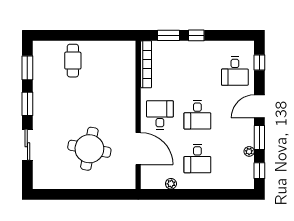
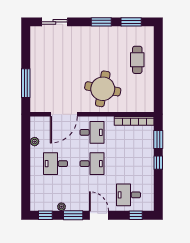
cafe table: (73, 61) -> (137, 60), turned 90
desk: (197, 115) -> (92, 164), turned 180
sliding door: (27, 145) -> (54, 22), moved
round table: (89, 149) -> (103, 89), moved
window: (101, 194) -> (26, 83), added

